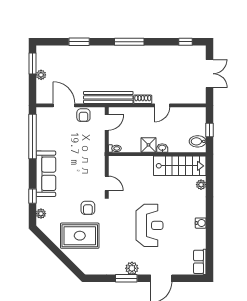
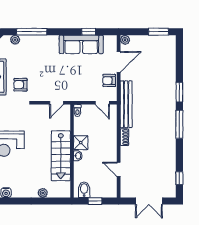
window: (79, 42) -> (179, 92), moved
plant: (41, 75) -> (125, 40), moved
door: (162, 105) -> (119, 169), moved
window: (32, 137) -> (89, 32), width x0.32
stairs: (180, 166) -> (61, 156), moved
sofa: (46, 174) -> (81, 44), moved
door: (107, 183) -> (57, 103), moved
window: (32, 196) -> (32, 32), width x2.17

